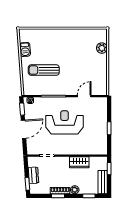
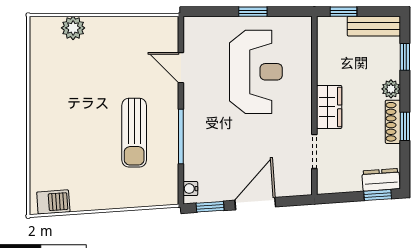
barbecue: (25, 49) -> (53, 202), moved
sun lounger: (44, 70) -> (134, 133), moved
reception desk: (65, 122) -> (256, 72), moved, turned 180
door: (24, 129) -> (255, 204), hinge flipped
wardrobe: (79, 162) -> (329, 107), moved
dresser: (33, 175) -> (381, 180), moved

